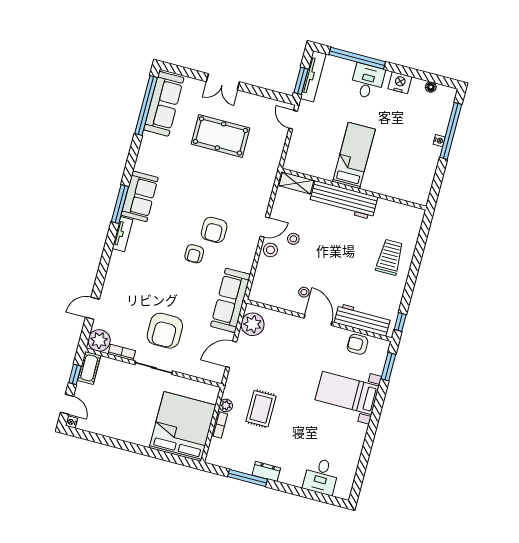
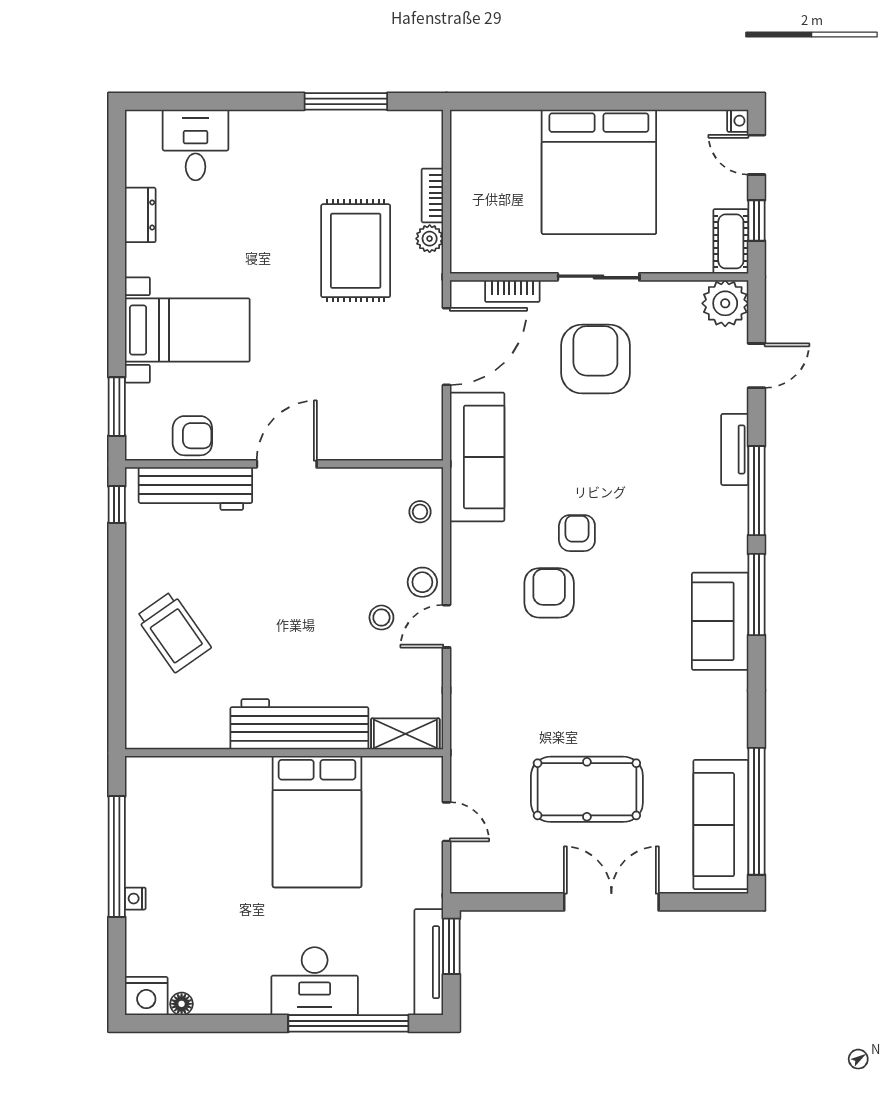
desk: (367, 81) -> (315, 981), width x1.37
double door: (223, 82) -> (611, 902), width x1.37
nightstand: (400, 83) -> (146, 996), moved
door: (293, 120) -> (446, 822), moved
window: (451, 131) -> (117, 857), moved
bed: (354, 155) -> (317, 822), width x1.50
tv unit: (123, 234) -> (735, 449), moved
window: (107, 251) -> (757, 491), added
trolley: (390, 257) -> (174, 632), turned -35
stool: (304, 292) -> (420, 512), moved
door: (318, 320) -> (287, 464), swing flipped
plant: (253, 324) -> (419, 420), removed
bookcase: (122, 352) -> (512, 291), moved
door: (231, 354) -> (446, 347), width x1.36
rug: (261, 409) -> (356, 251), width x1.36, depth x1.43
bed: (183, 427) -> (599, 172), moved
dresser: (266, 471) -> (140, 215), moved, turned -90

